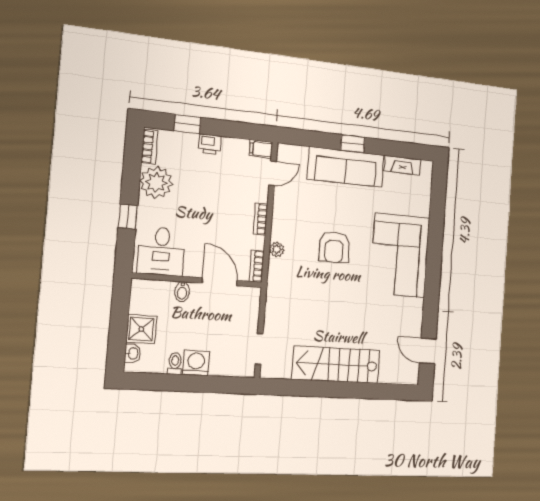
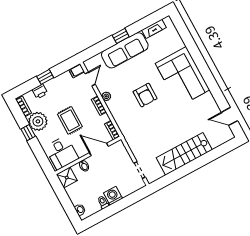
window: (187, 124) -> (45, 77), moved
printer: (210, 144) -> (40, 91), moved
rug: (205, 212) -> (70, 120), added
window: (128, 217) -> (28, 133), moved
plant: (277, 249) -> (106, 96), moved
shower: (141, 329) -> (67, 178), moved

